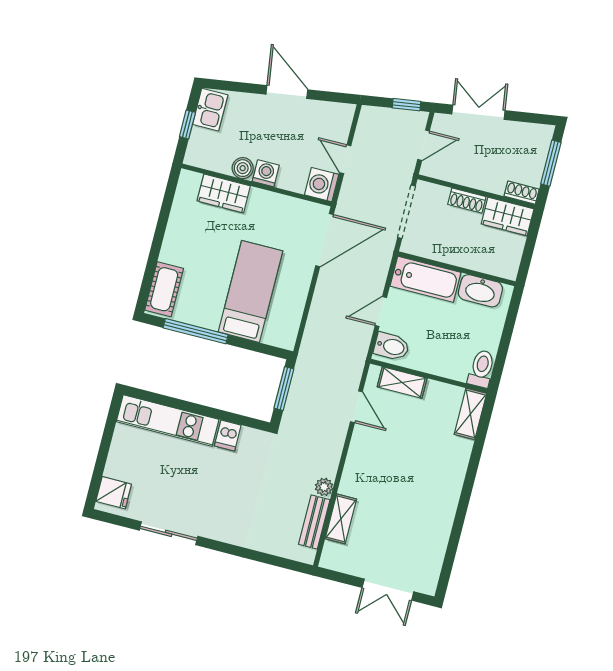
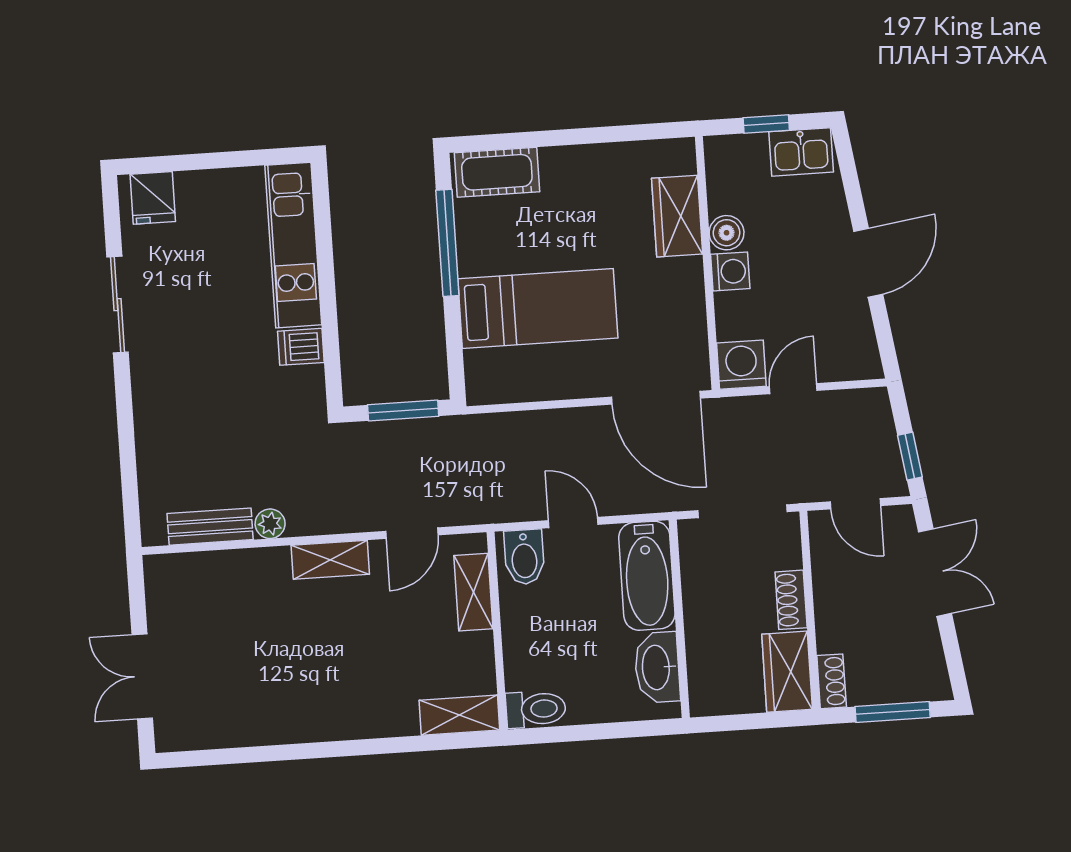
shelving: (341, 519) -> (330, 560), moved

